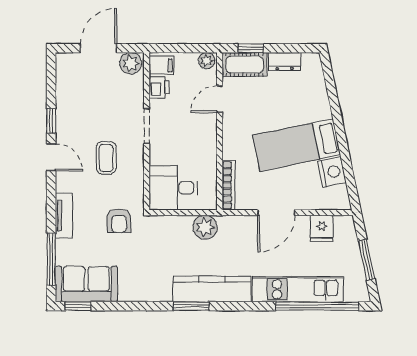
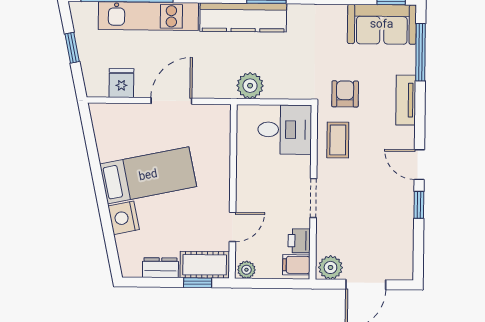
coffee table: (106, 158) -> (338, 140), moved
nightstand: (332, 172) -> (124, 218), moved
bookcase: (229, 185) -> (224, 132), removed
window: (367, 260) -> (72, 48), width x0.67

